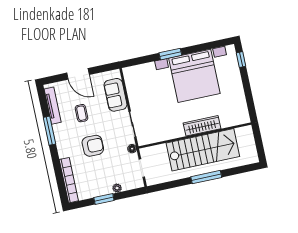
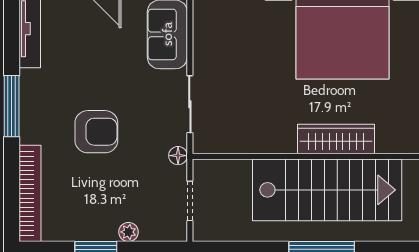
coffee table: (81, 113) -> (87, 58), removed
window: (49, 131) -> (12, 106), moved

